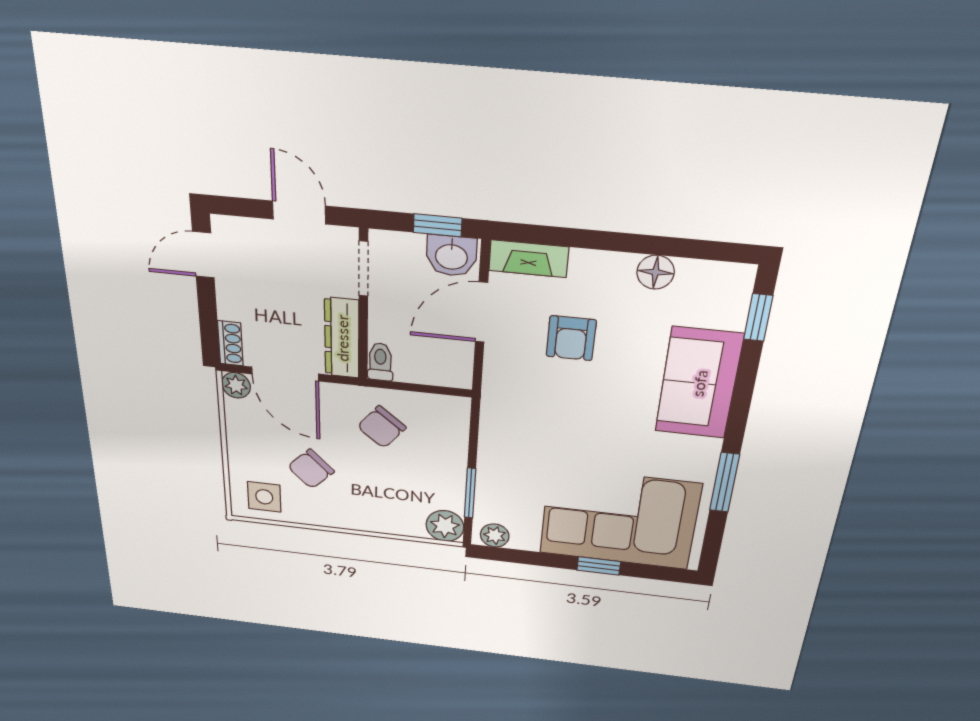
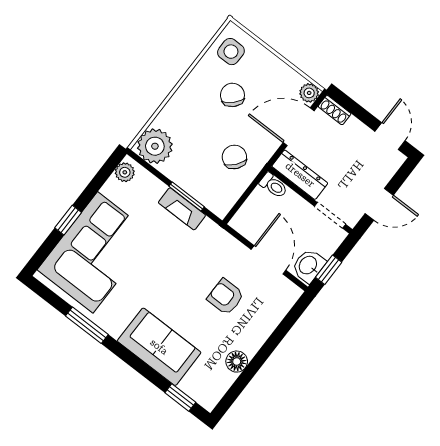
fireplace: (529, 259) -> (182, 209), moved, turned -90
window: (470, 493) -> (187, 197), moved
plant: (445, 526) -> (155, 146), width x1.36, depth x1.36

